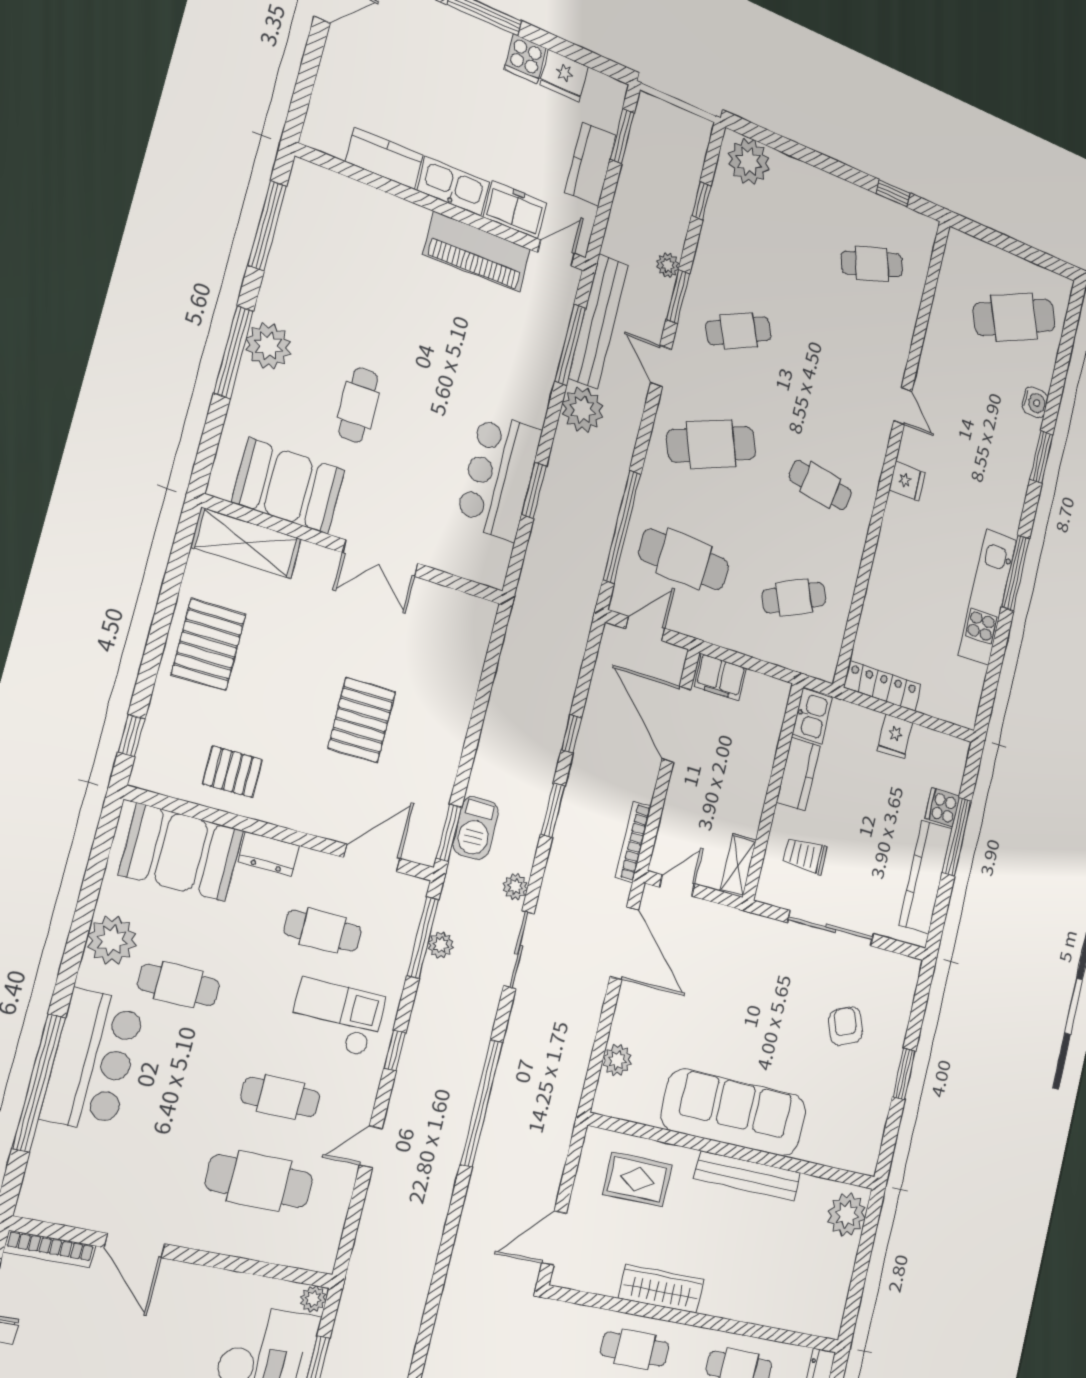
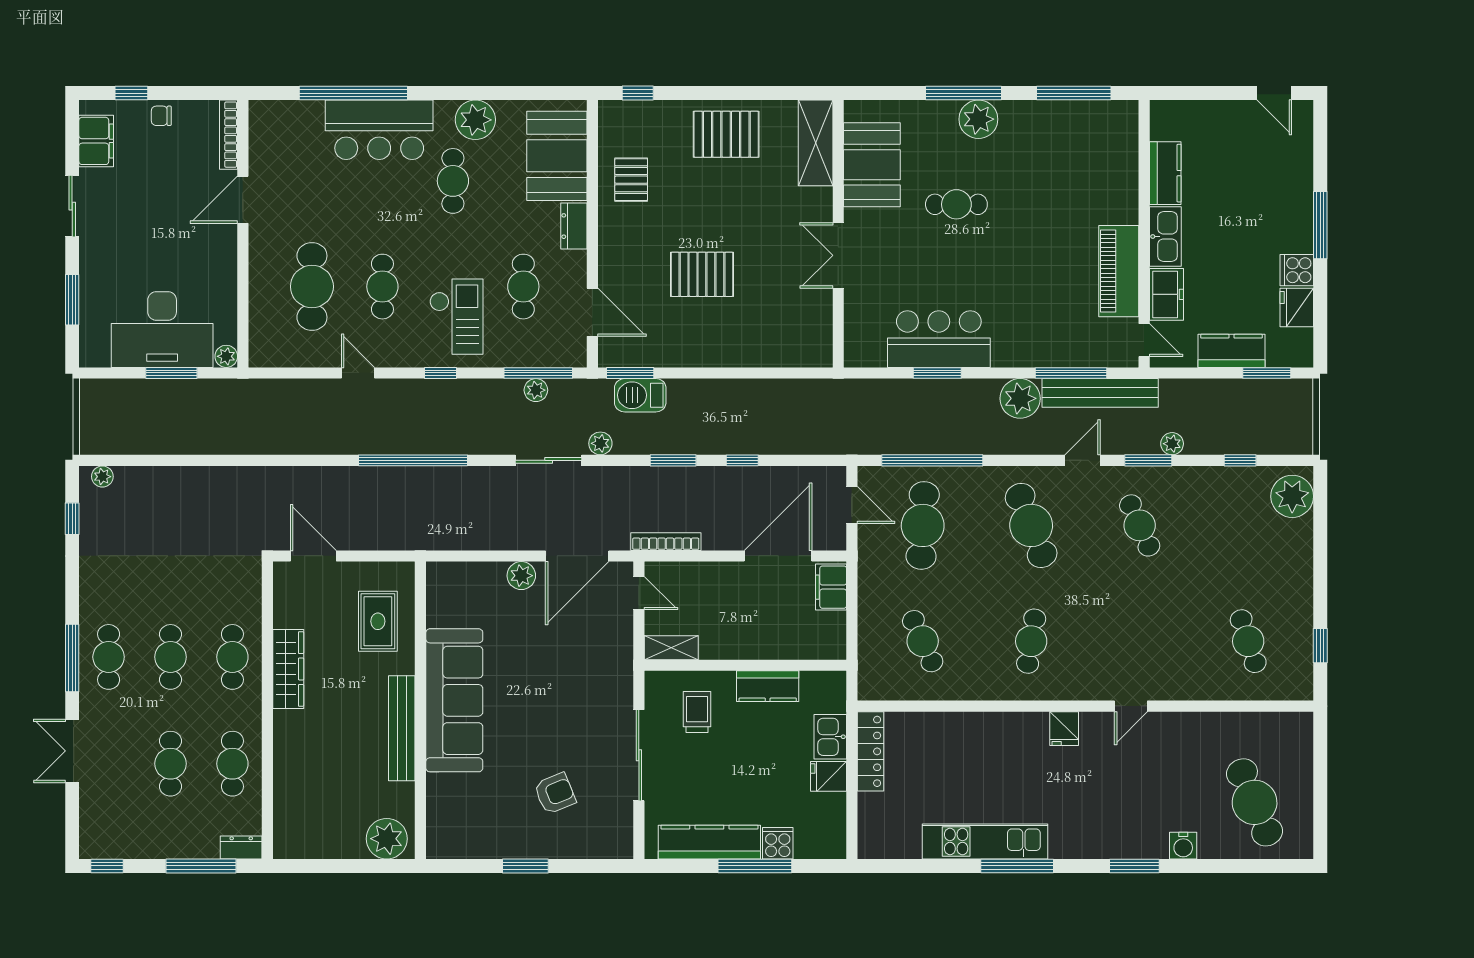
kitchen sink: (812, 716) -> (830, 737), moved, turned 90
plant: (617, 1060) -> (521, 576), moved

